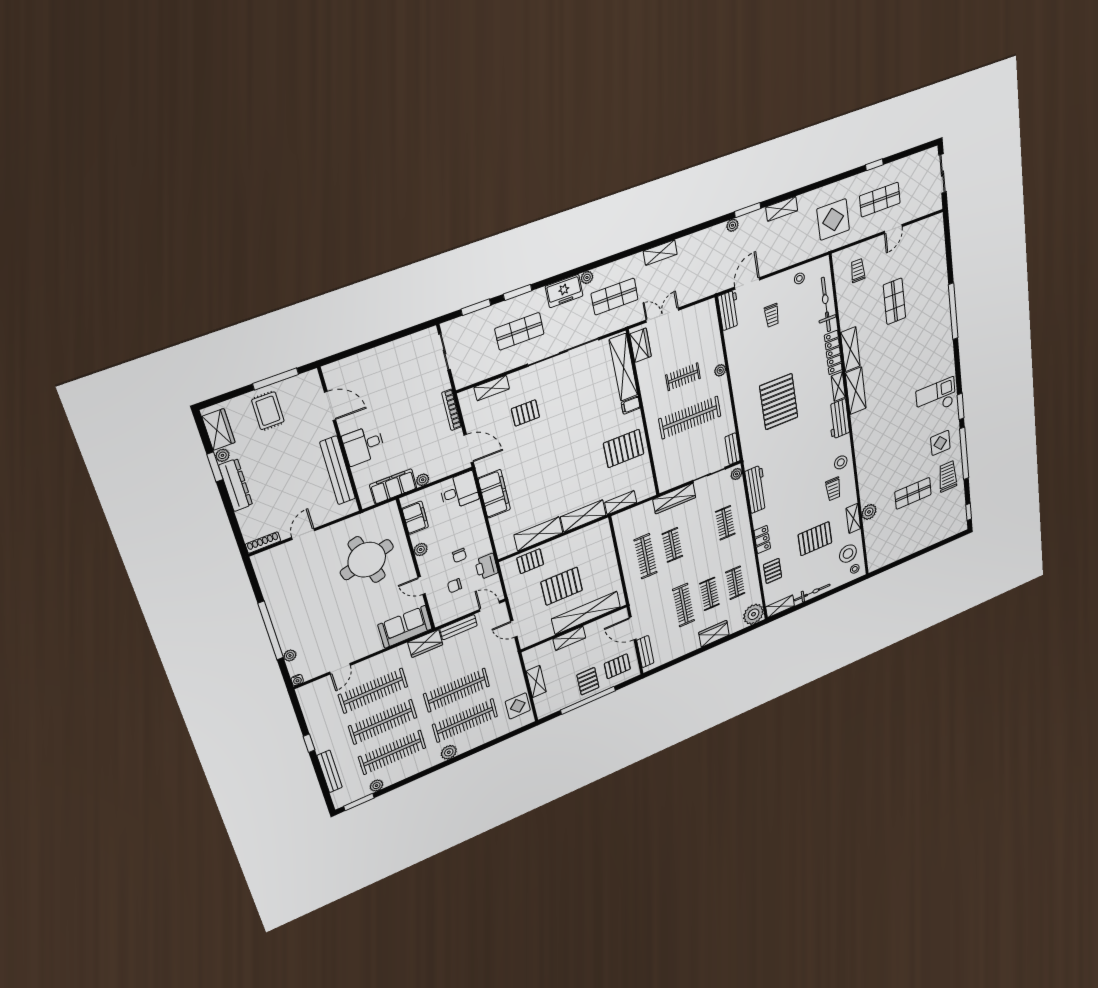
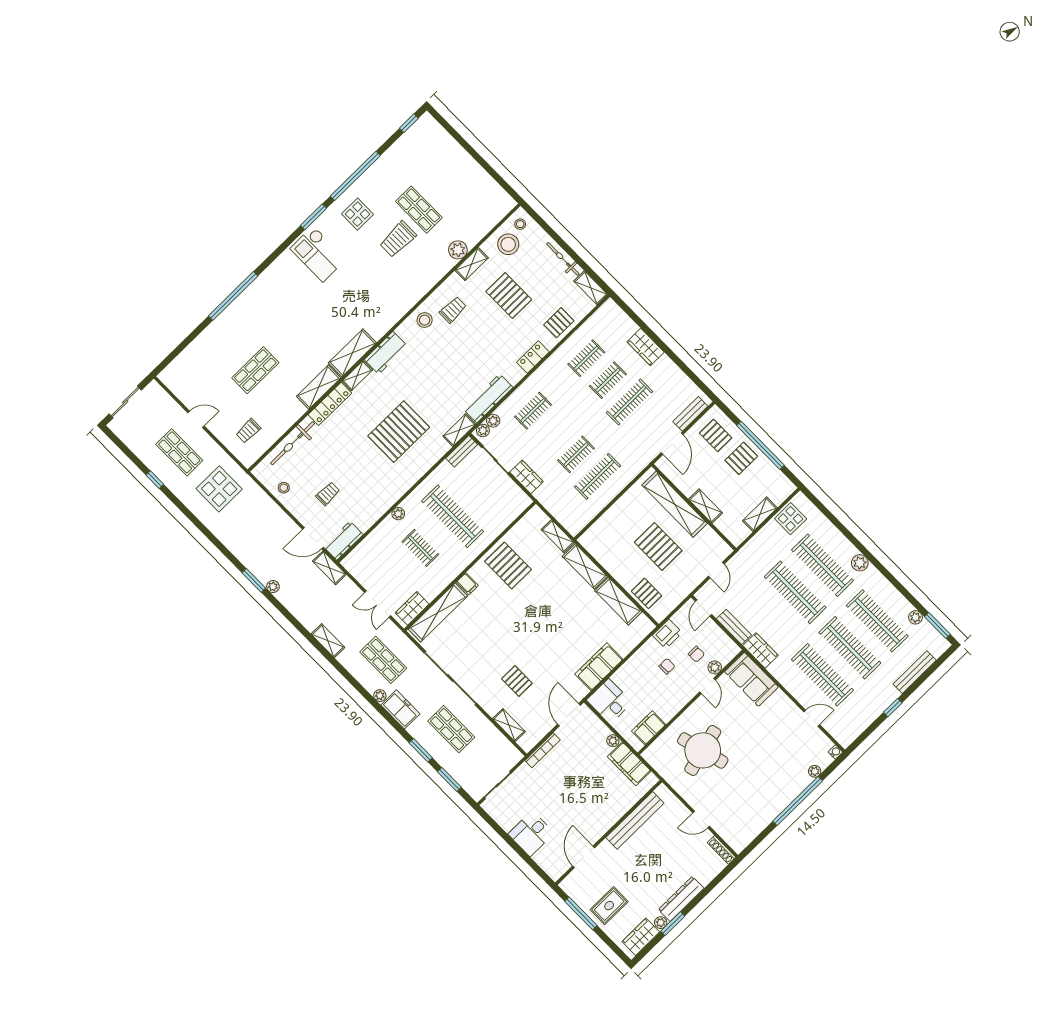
shelving: (782, 209) -> (329, 568), moved
desk: (364, 445) -> (531, 834), moved, turned 90
shelving: (749, 454) -> (459, 430), added
trolley: (948, 476) -> (398, 239), moved
wardrobe: (674, 498) -> (527, 477), width x0.67
plant: (421, 550) -> (715, 667), moved
plant: (754, 614) -> (493, 421), moved, width x0.53, depth x0.53

